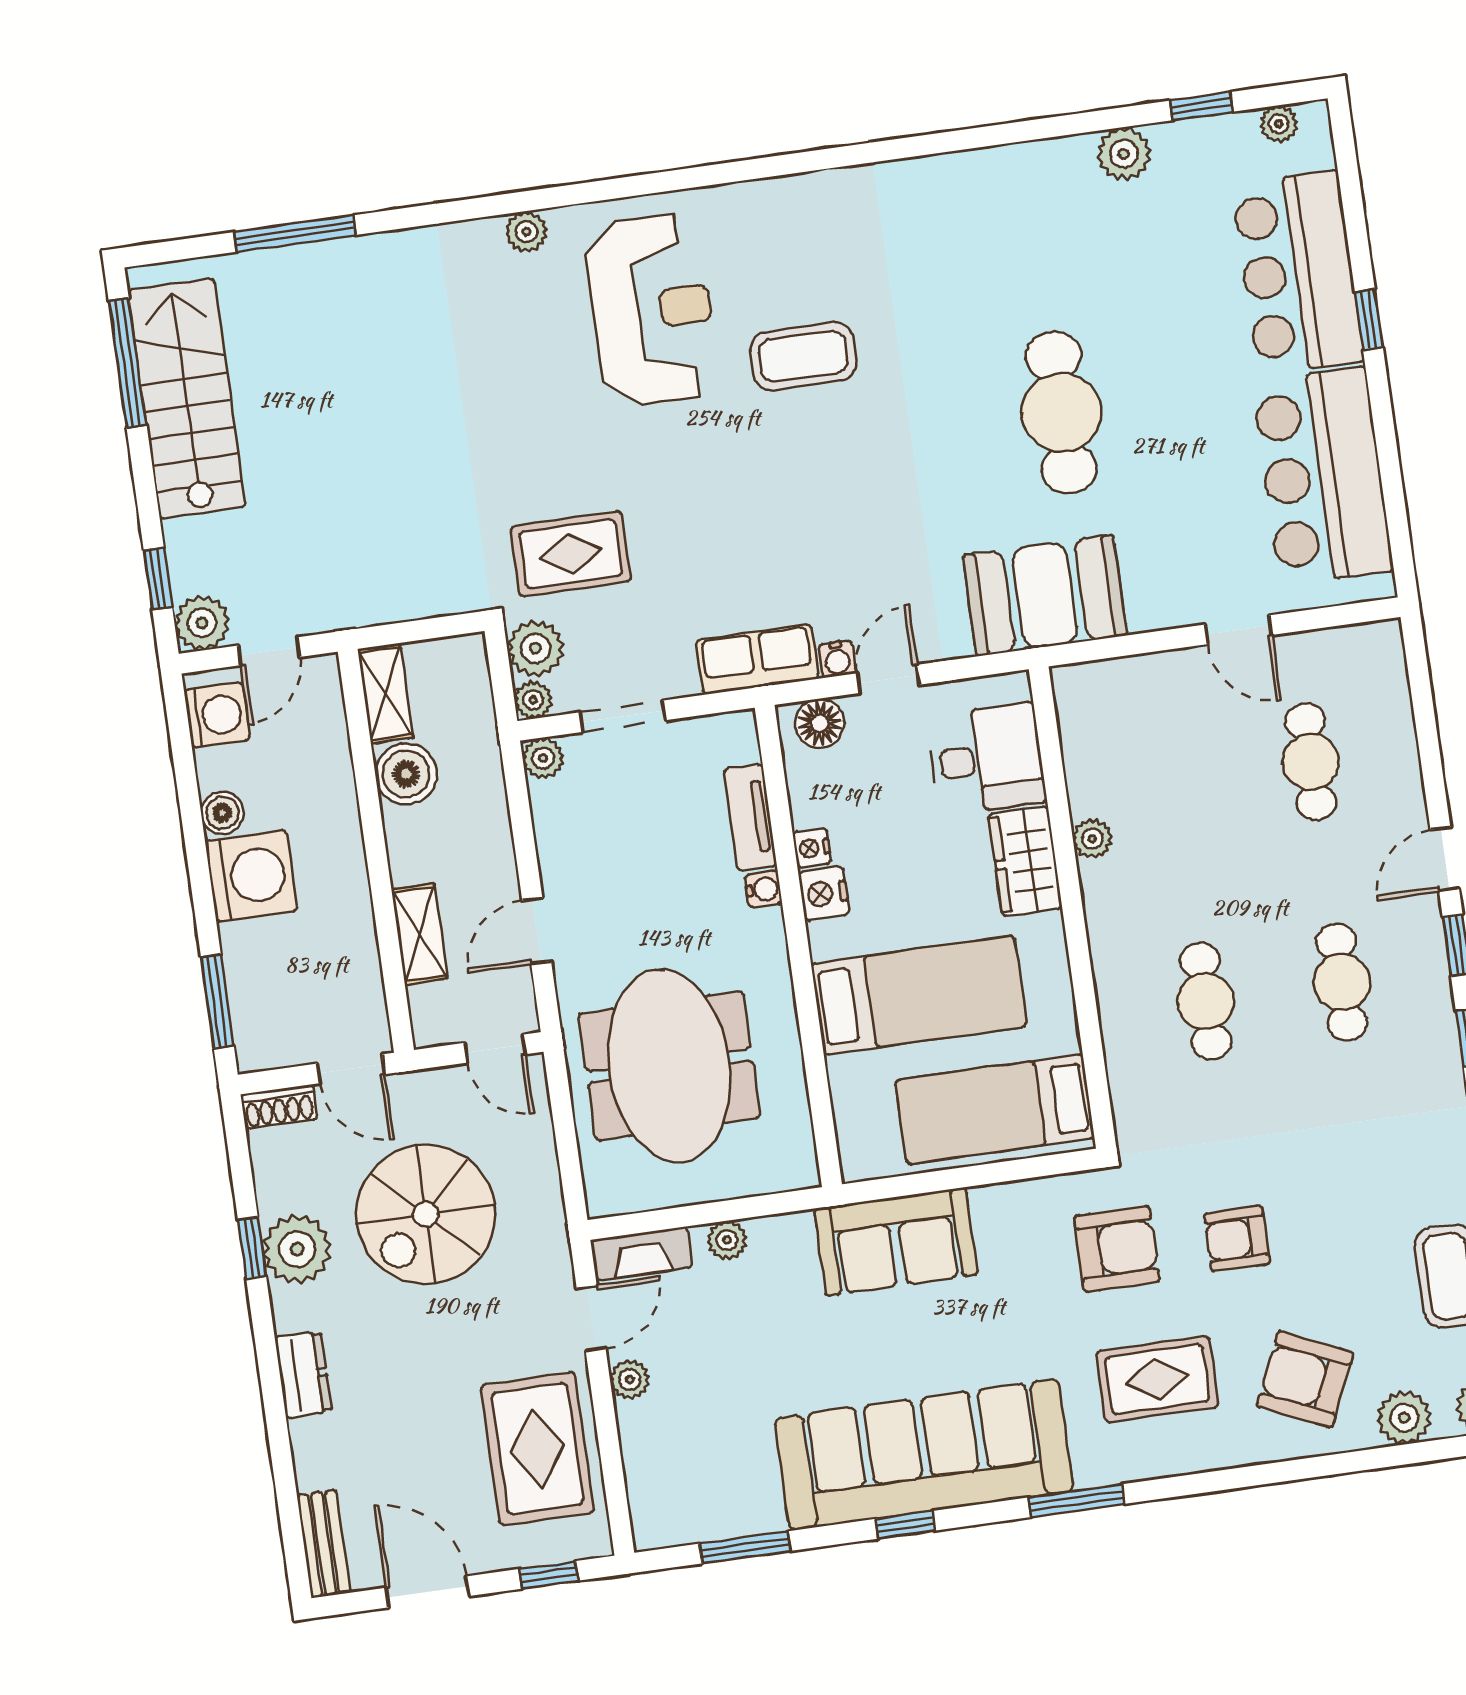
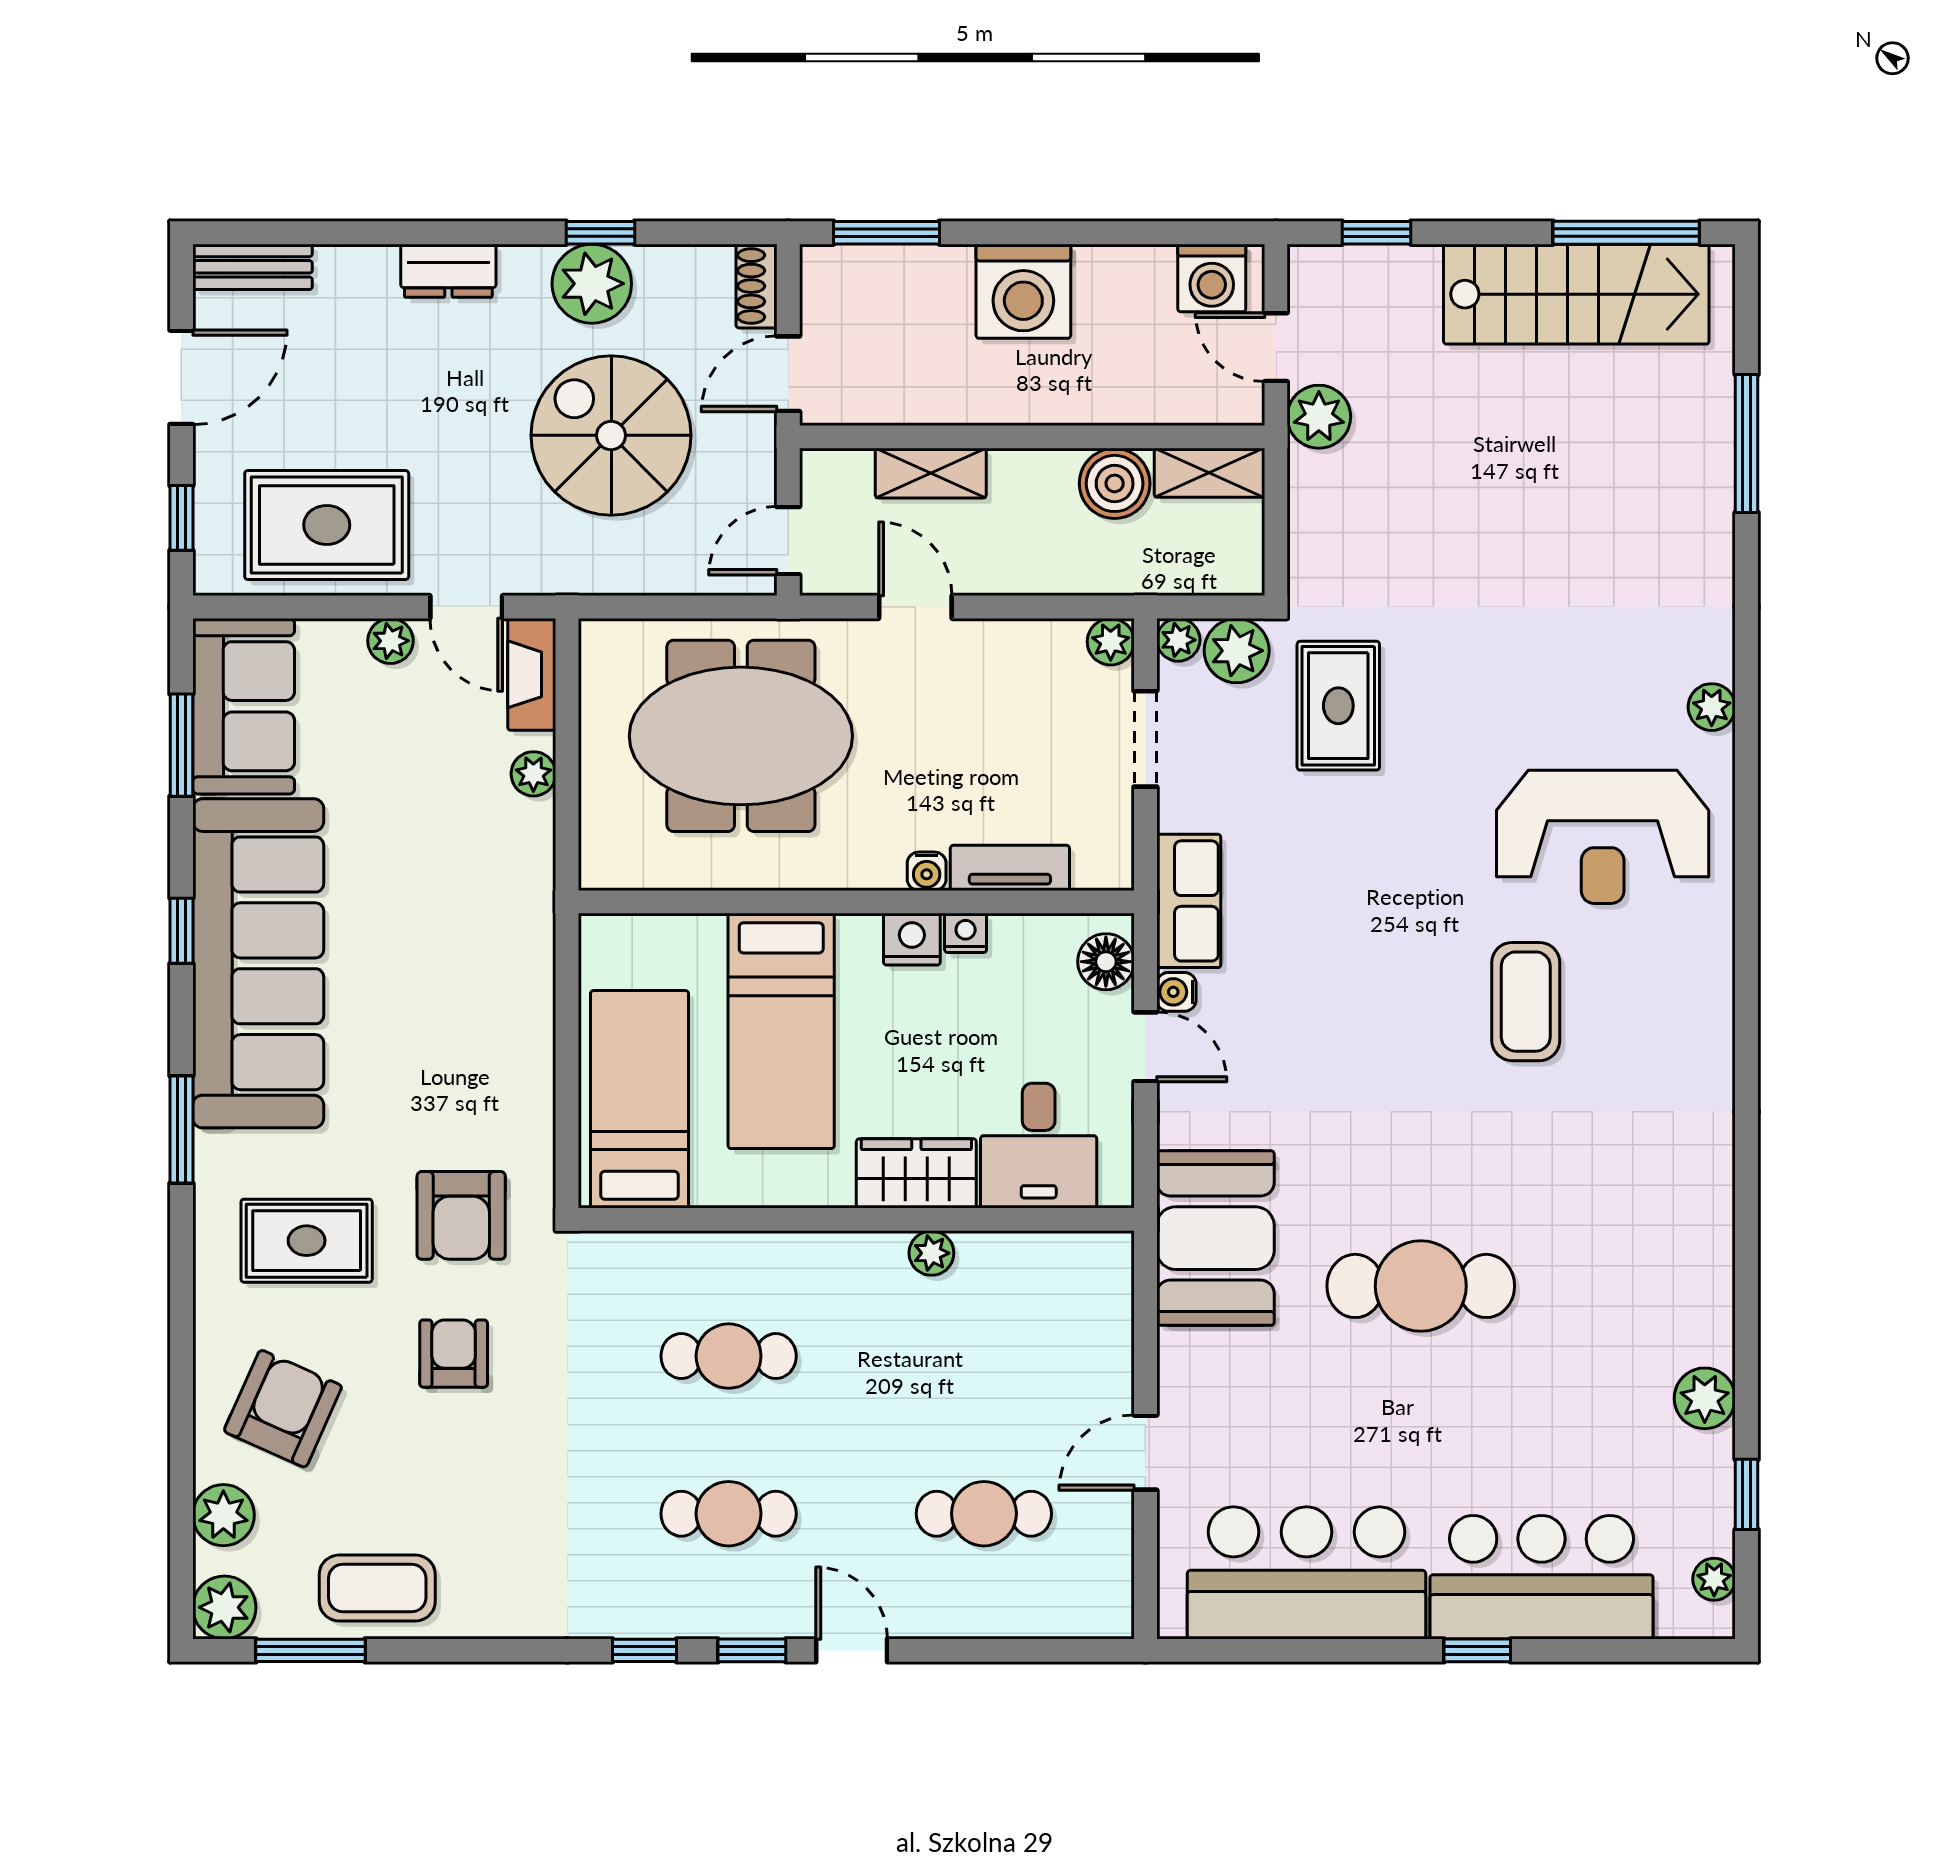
plant: (202, 623) -> (1319, 417), moved
boiler: (222, 813) -> (1100, 269), removed
sofa: (896, 1241) -> (244, 706), moved, turned 180
rug: (1157, 1379) -> (307, 1241), turned 90

